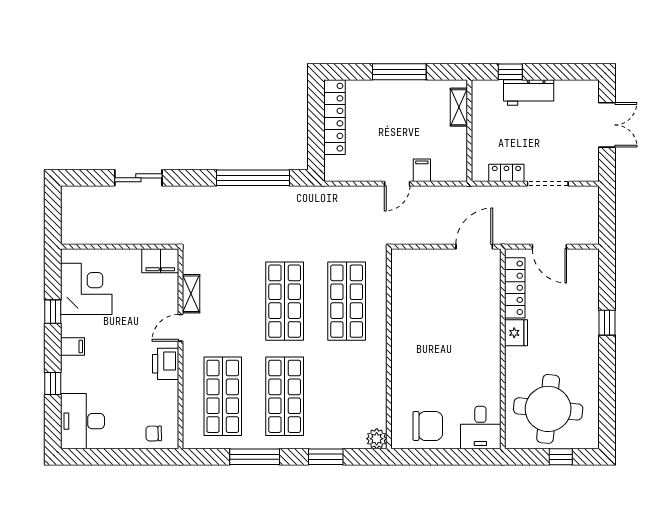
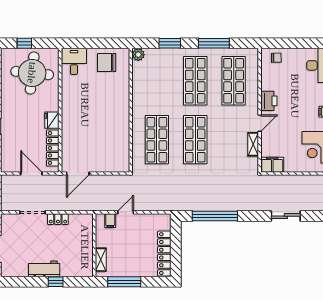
shelving: (459, 107) -> (101, 260), moved
wall: (469, 131) -> (94, 245), moved

